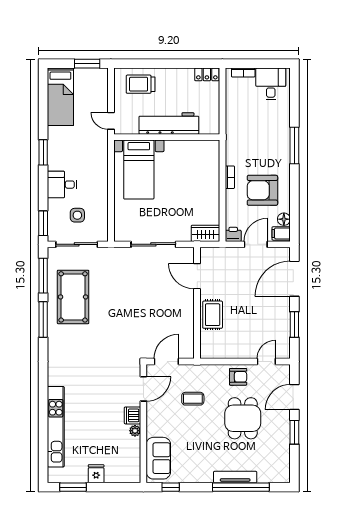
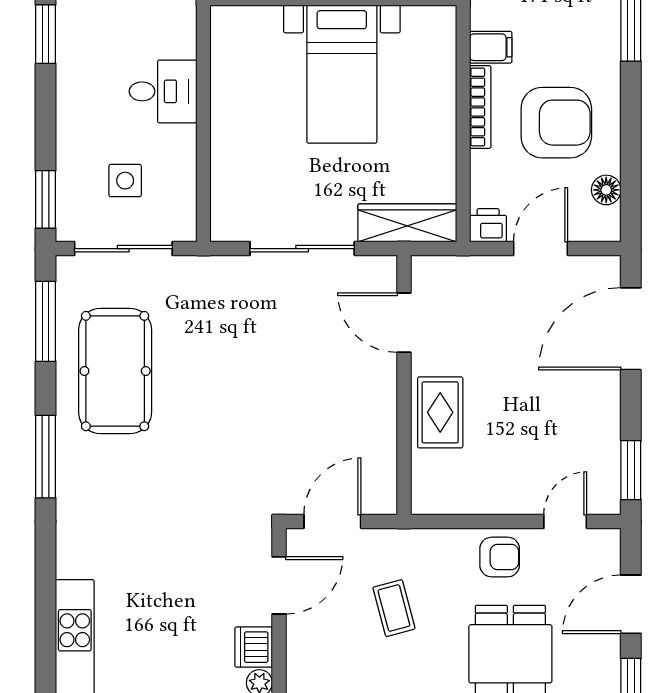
bed with nightstands: (139, 170) -> (342, 74), moved
bookcase: (230, 177) -> (480, 107), width x1.56
desk: (62, 185) -> (163, 91), moved, turned 180
armchair: (262, 190) -> (556, 123), turned 180
wardrobe: (206, 233) -> (407, 223), width x1.50
filing cabinet: (281, 233) -> (491, 47), moved, turned 180
window: (43, 319) -> (46, 457), moved
window: (294, 324) -> (631, 470), moved
coffee table: (193, 399) -> (394, 608), turned 75

